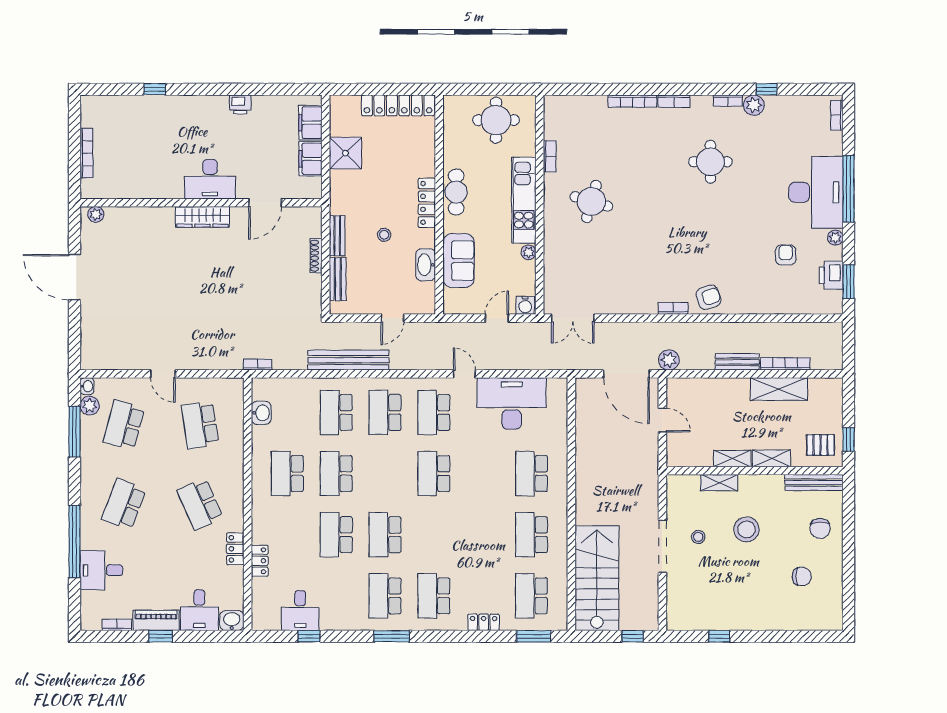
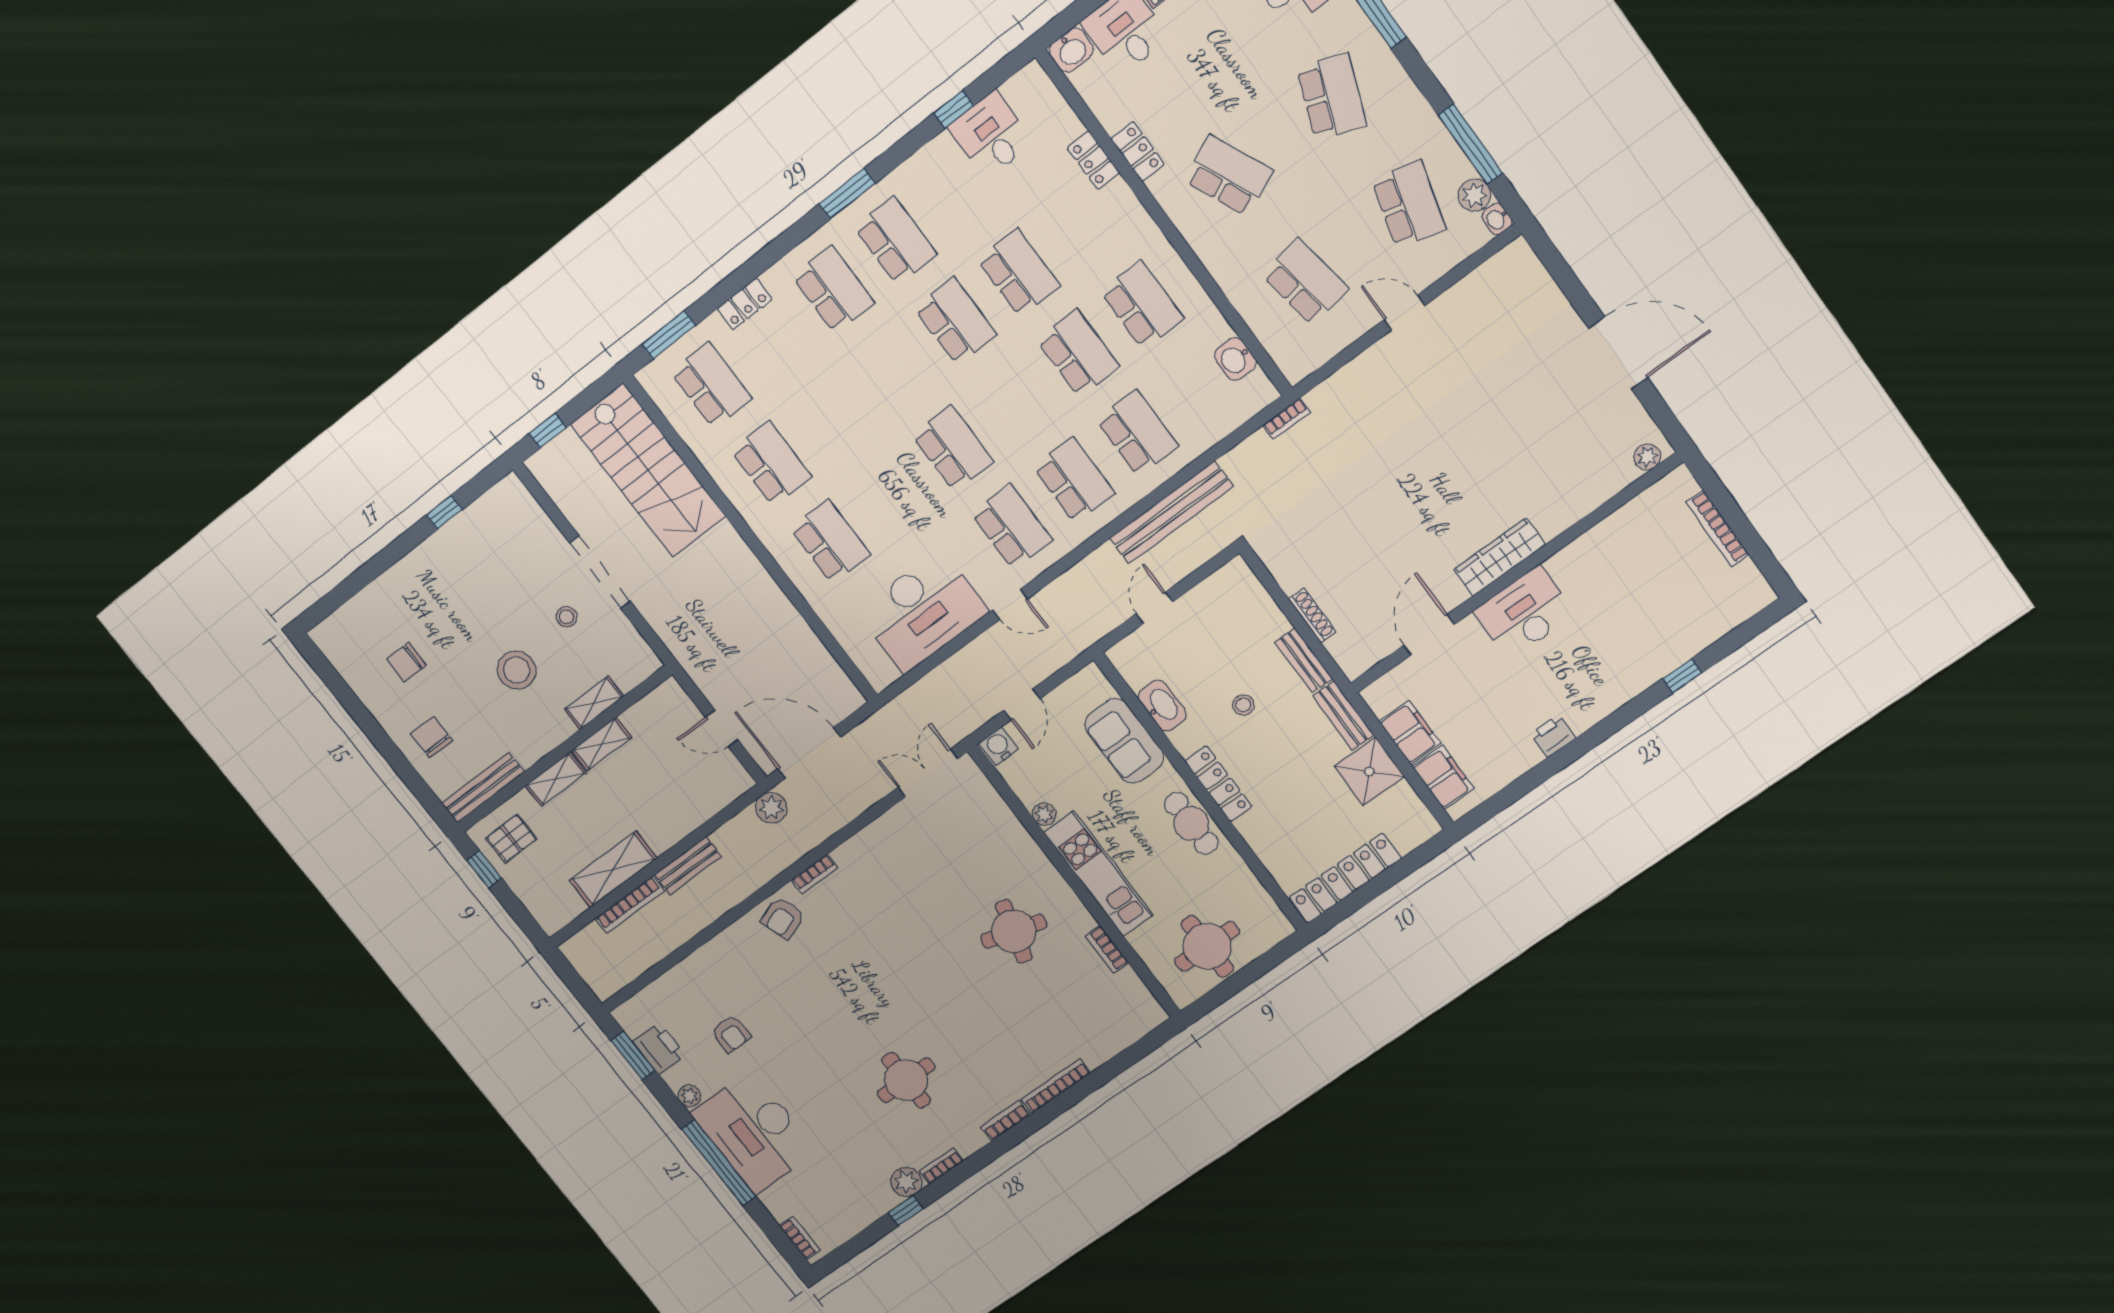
bench: (338, 279) -> (1343, 715), moved

